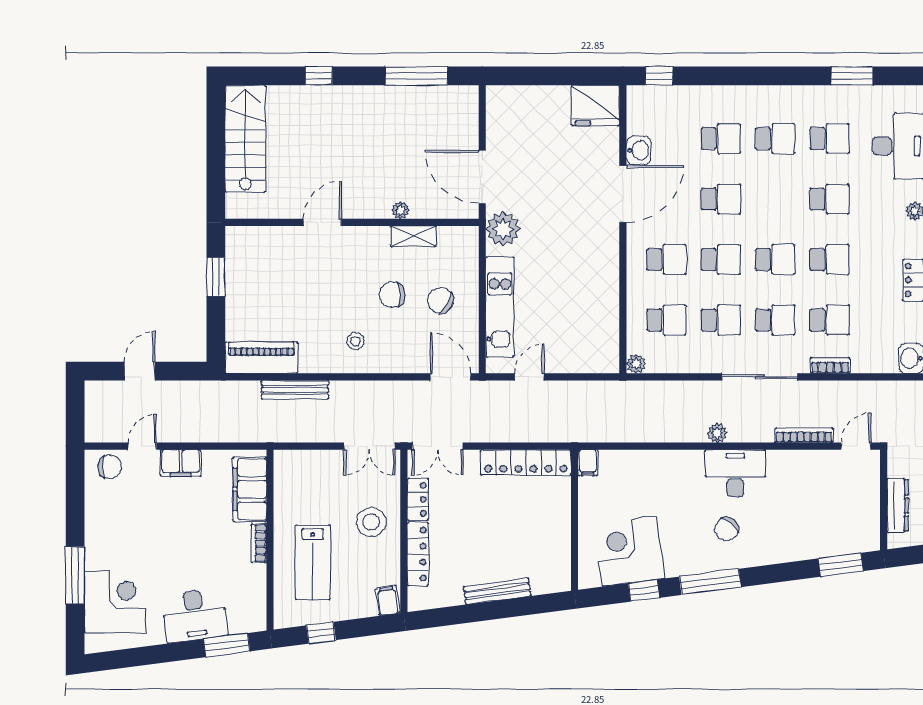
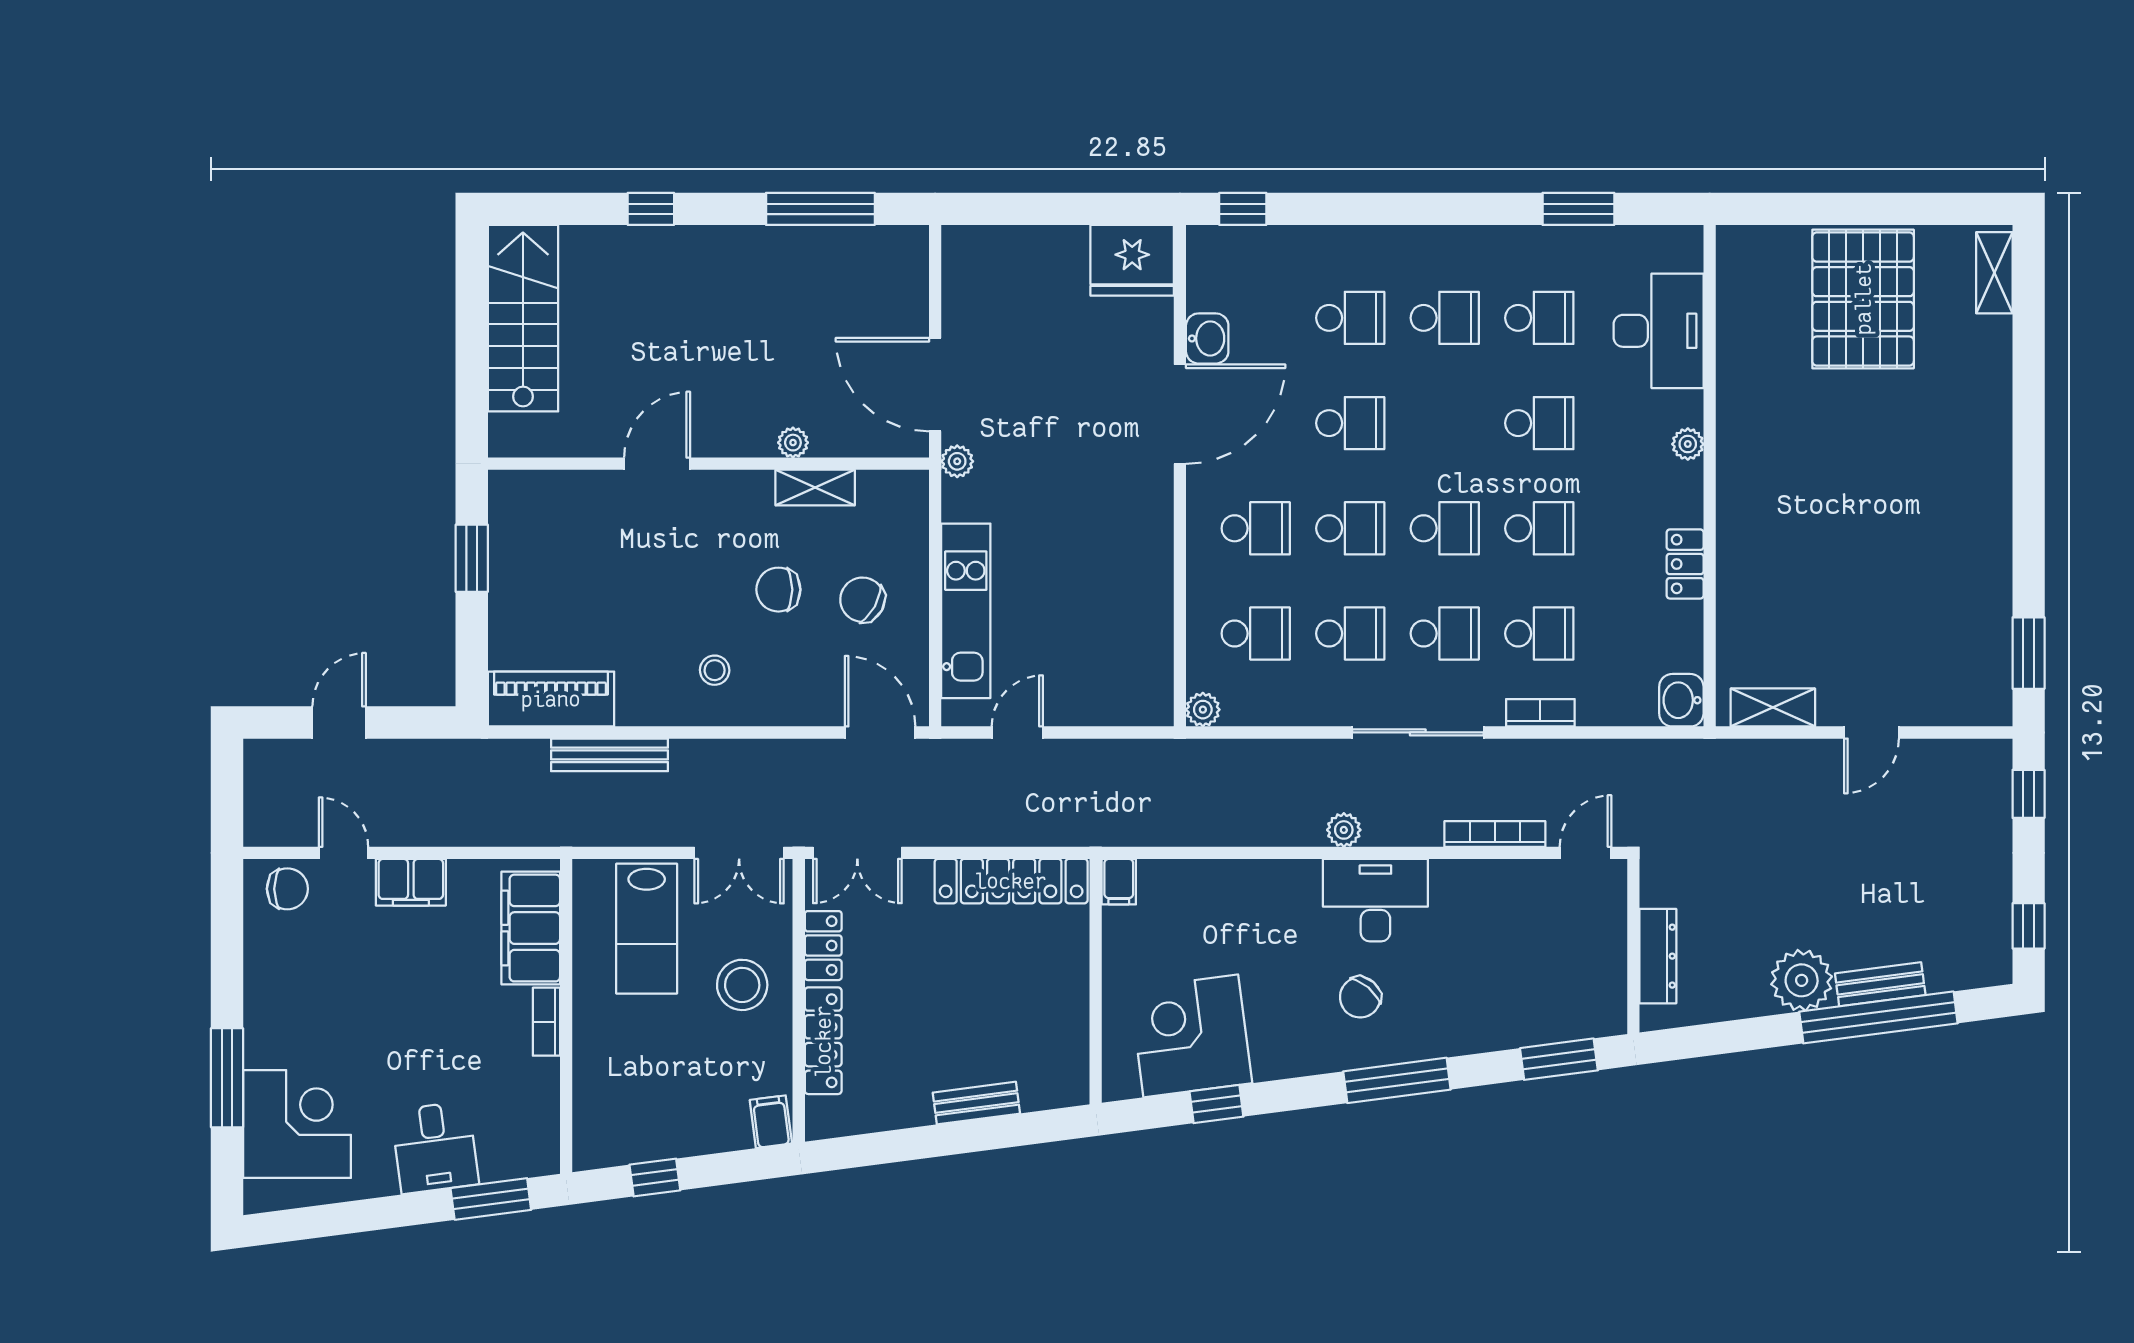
plant: (503, 229) -> (957, 461), width x0.53, depth x0.53
door: (142, 446) -> (344, 853), hinge flipped
lab bench: (313, 562) -> (647, 929), moved
window: (710, 582) -> (1397, 1080), moved
bench: (497, 591) -> (976, 1103), width x0.73
desk: (195, 615) -> (435, 1147), width x0.73

